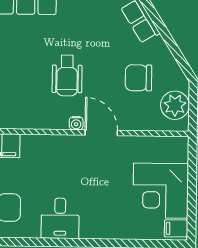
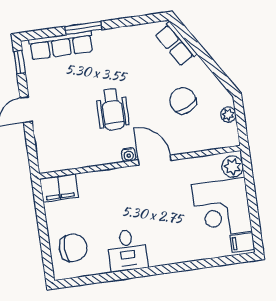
chair: (139, 78) -> (183, 101), turned 64
plant: (175, 105) -> (228, 115), width x0.53, depth x0.53
plant: (178, 151) -> (233, 167), added

